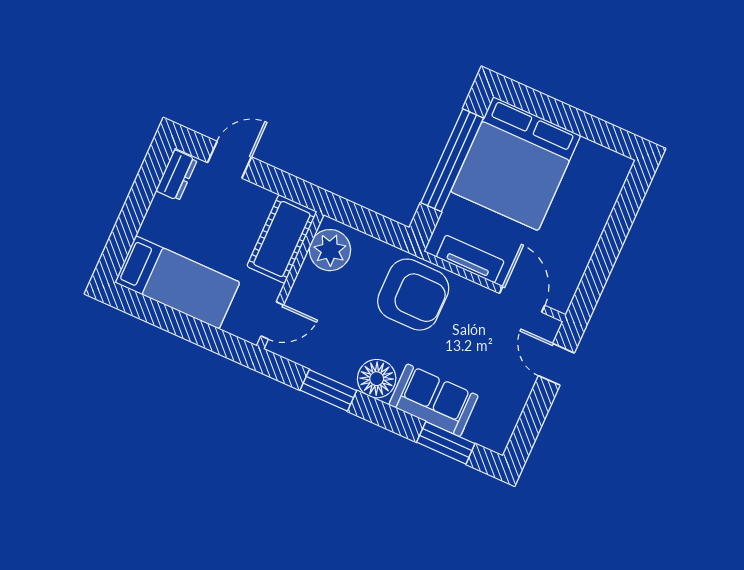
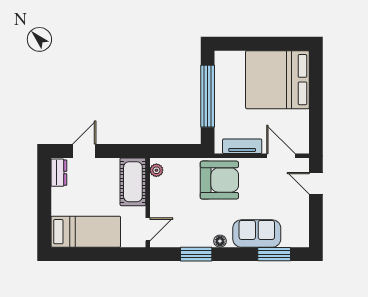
bed: (516, 164) -> (277, 80), moved, turned 90
plant: (330, 250) -> (156, 170), width x0.53, depth x0.53
floor lamp: (377, 379) -> (220, 241), width x0.53, depth x0.53

